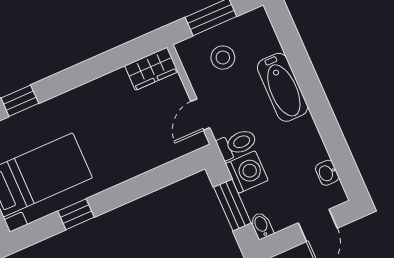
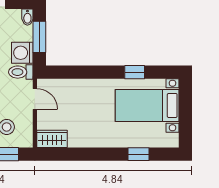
door: (200, 115) -> (35, 99), hinge flipped

